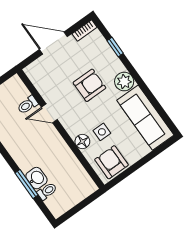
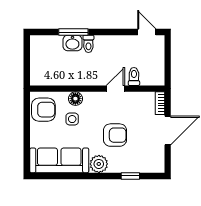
bookcase: (85, 31) -> (160, 103), moved
armchair: (89, 85) -> (115, 135), turned -90
toilet: (47, 191) -> (88, 44), moved

